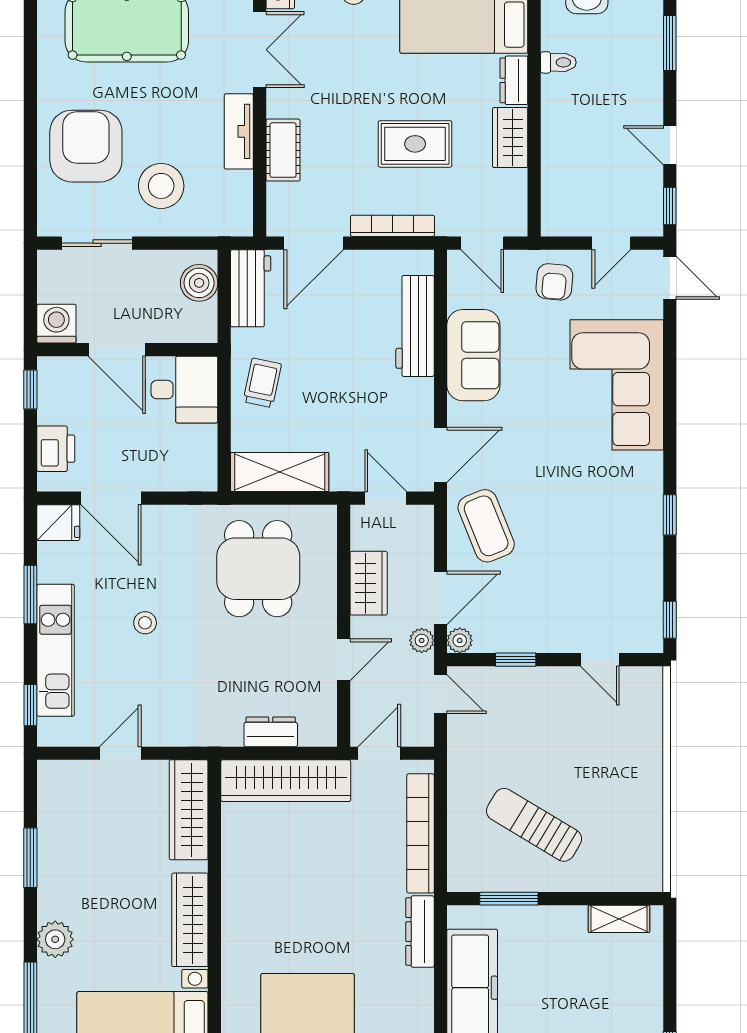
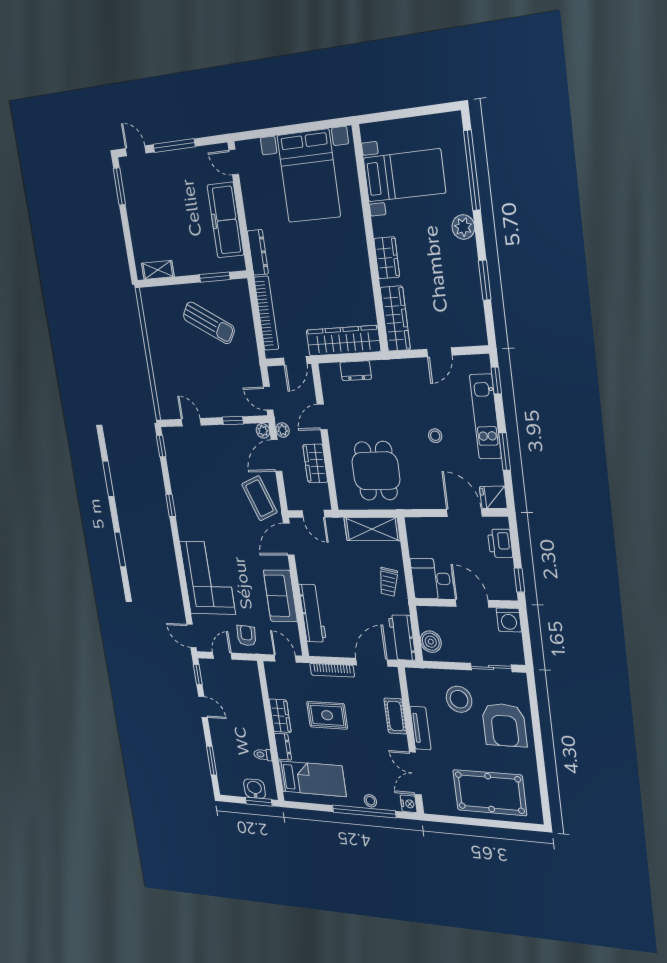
wardrobe: (190, 920) -> (387, 258), width x0.67

